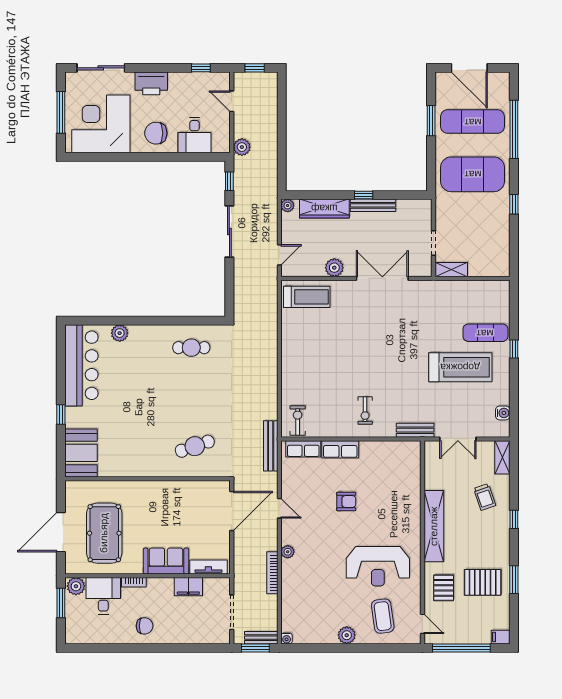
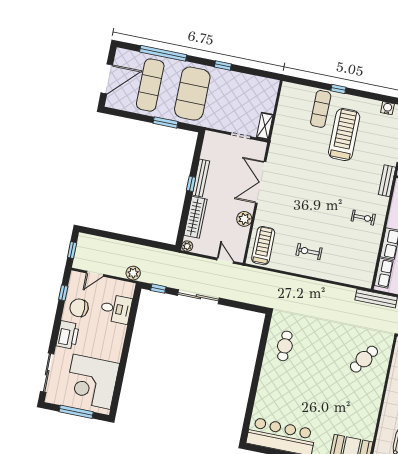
window: (431, 121) -> (166, 122), moved
chair: (156, 133) -> (79, 308), moved, turned 90
plant: (120, 333) -> (262, 401), removed
exercise bike: (298, 420) -> (309, 252), moved
cafe table: (195, 446) -> (364, 359), turned 54

